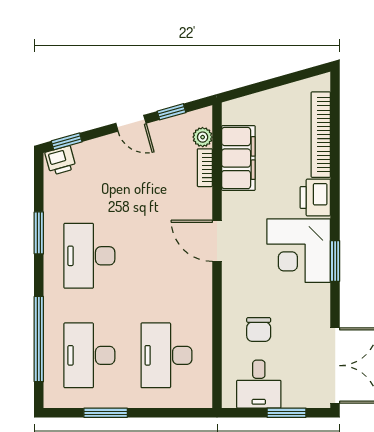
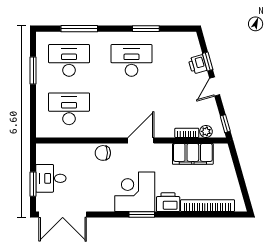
window: (172, 112) -> (225, 124), moved
window: (67, 141) -> (208, 62), moved
printer: (61, 160) -> (198, 65), moved
window: (335, 261) -> (142, 215), moved
chair: (259, 330) -> (103, 153), moved
window: (39, 339) -> (79, 29), width x0.68
desk: (259, 384) -> (51, 178), moved

